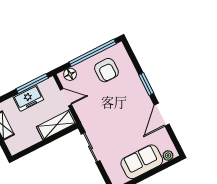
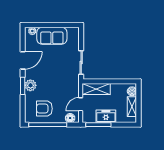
armchair: (106, 70) -> (44, 109), turned -90
plant: (137, 89) -> (30, 85), added
door: (66, 97) -> (81, 104), hinge flipped
boiler: (12, 144) -> (132, 91), added

